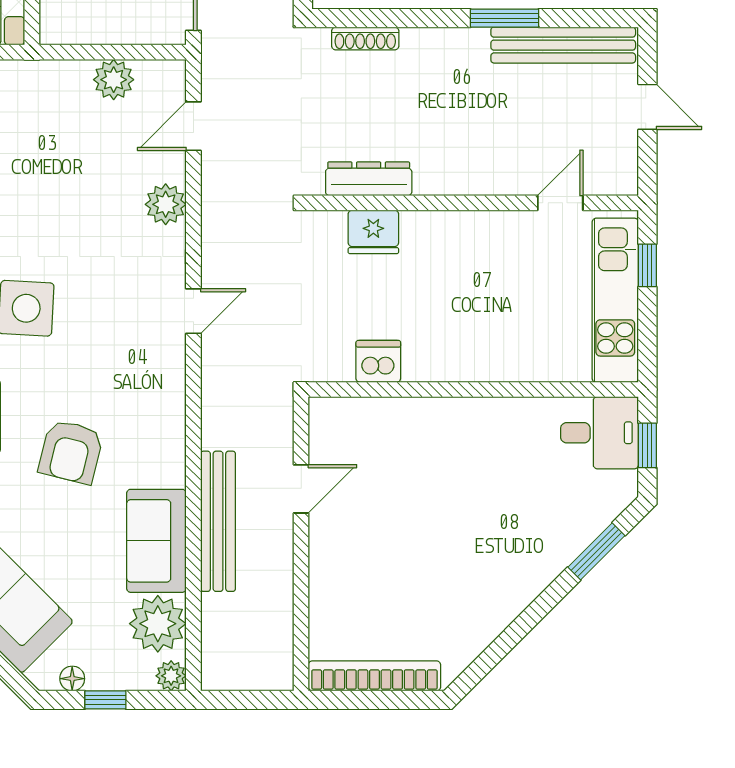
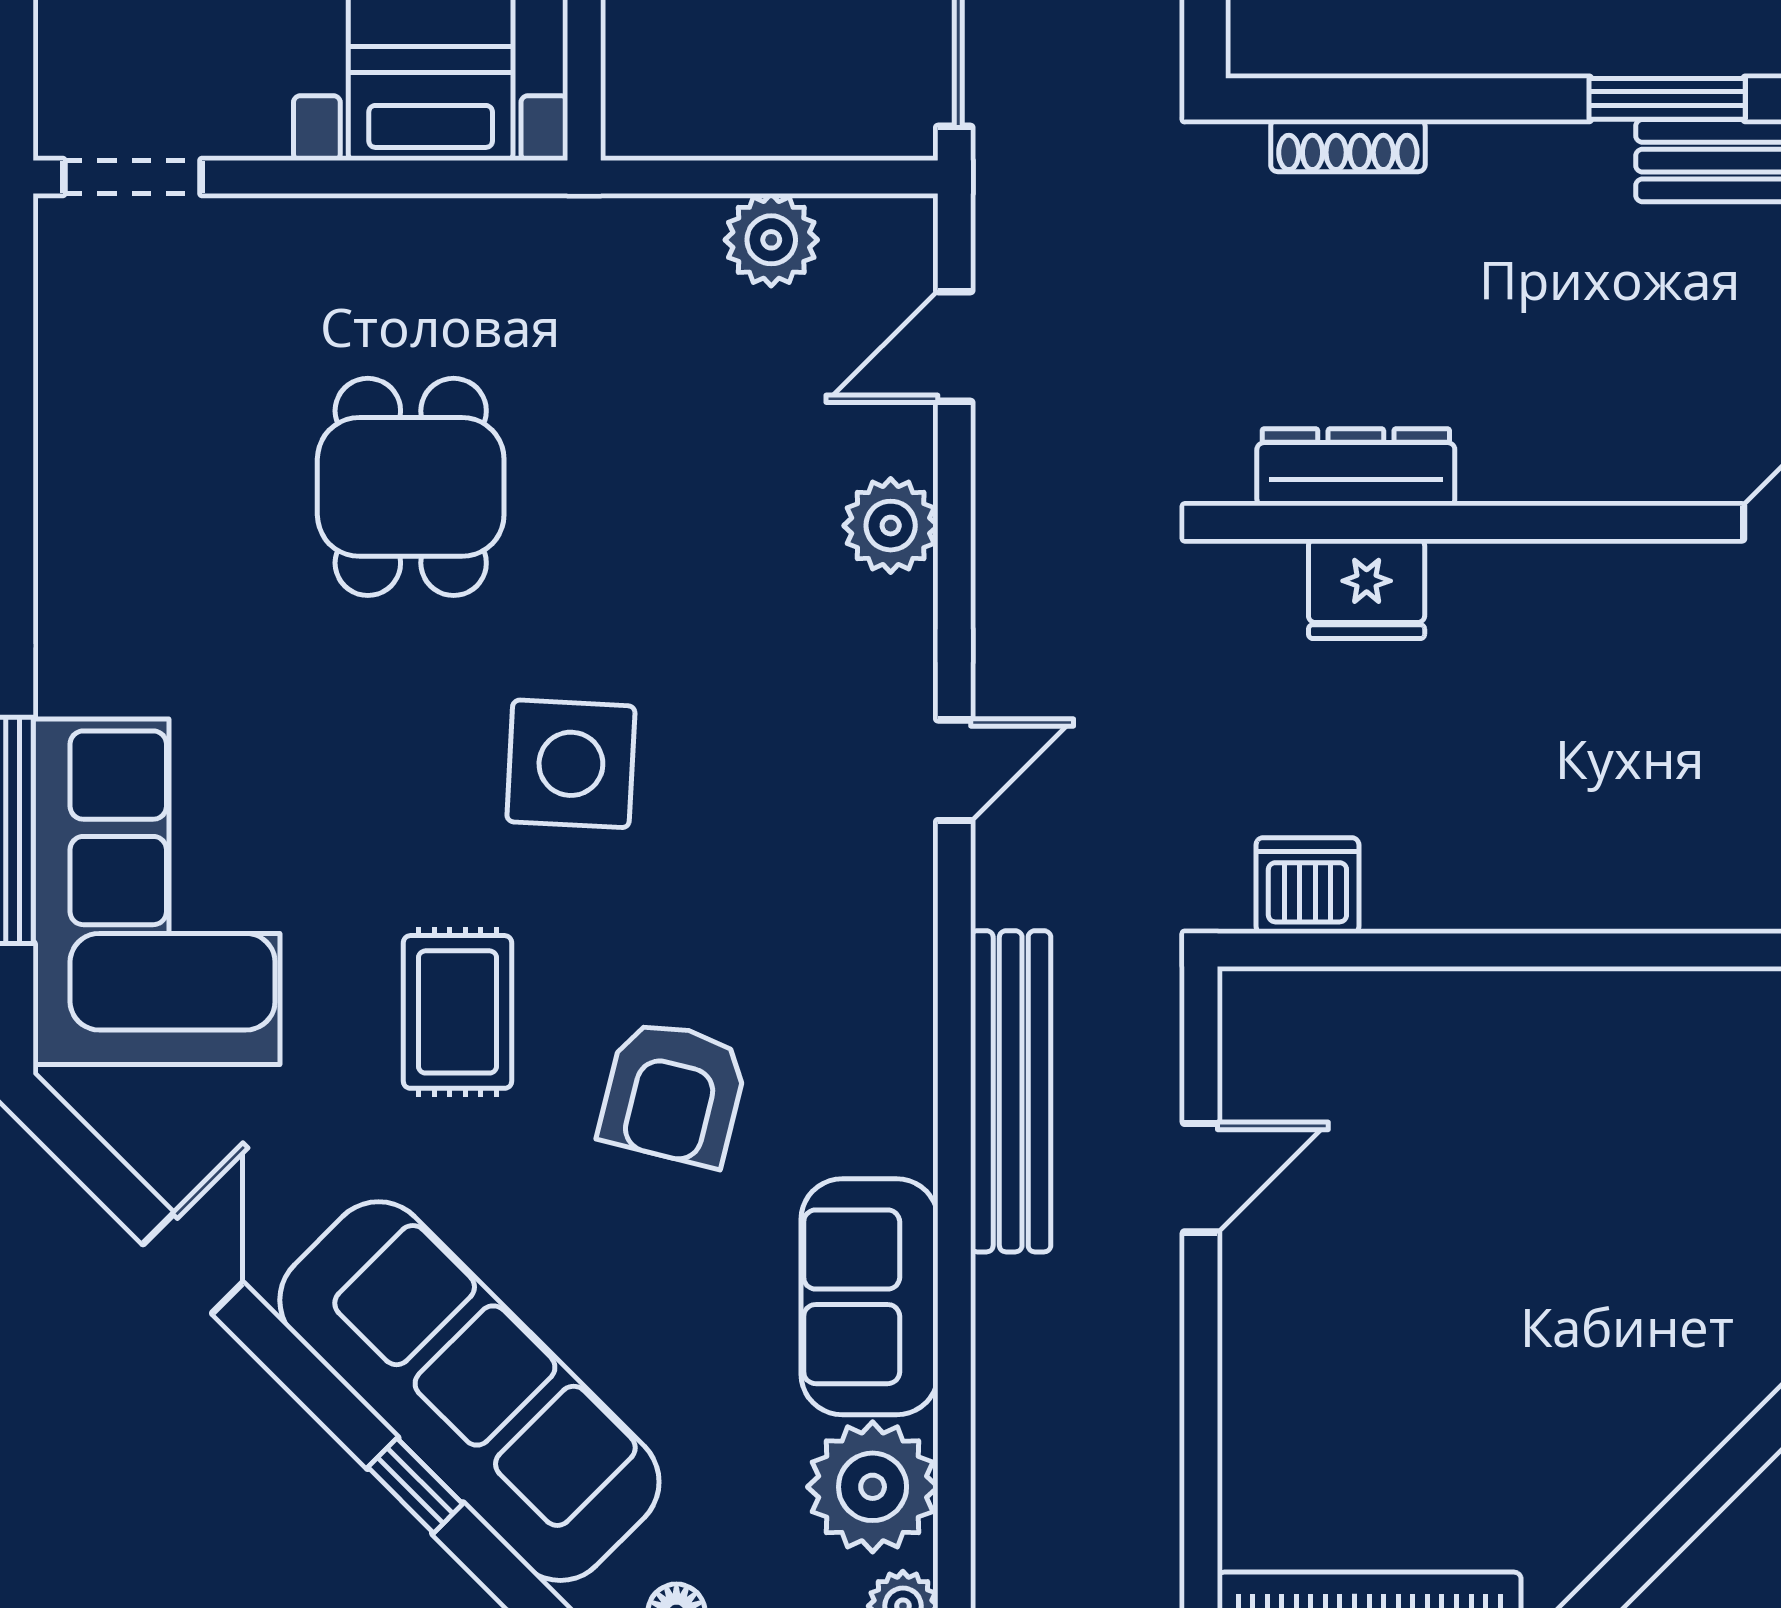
dishwasher: (378, 361) -> (1307, 886), moved
bench: (218, 521) -> (1011, 1091), moved

